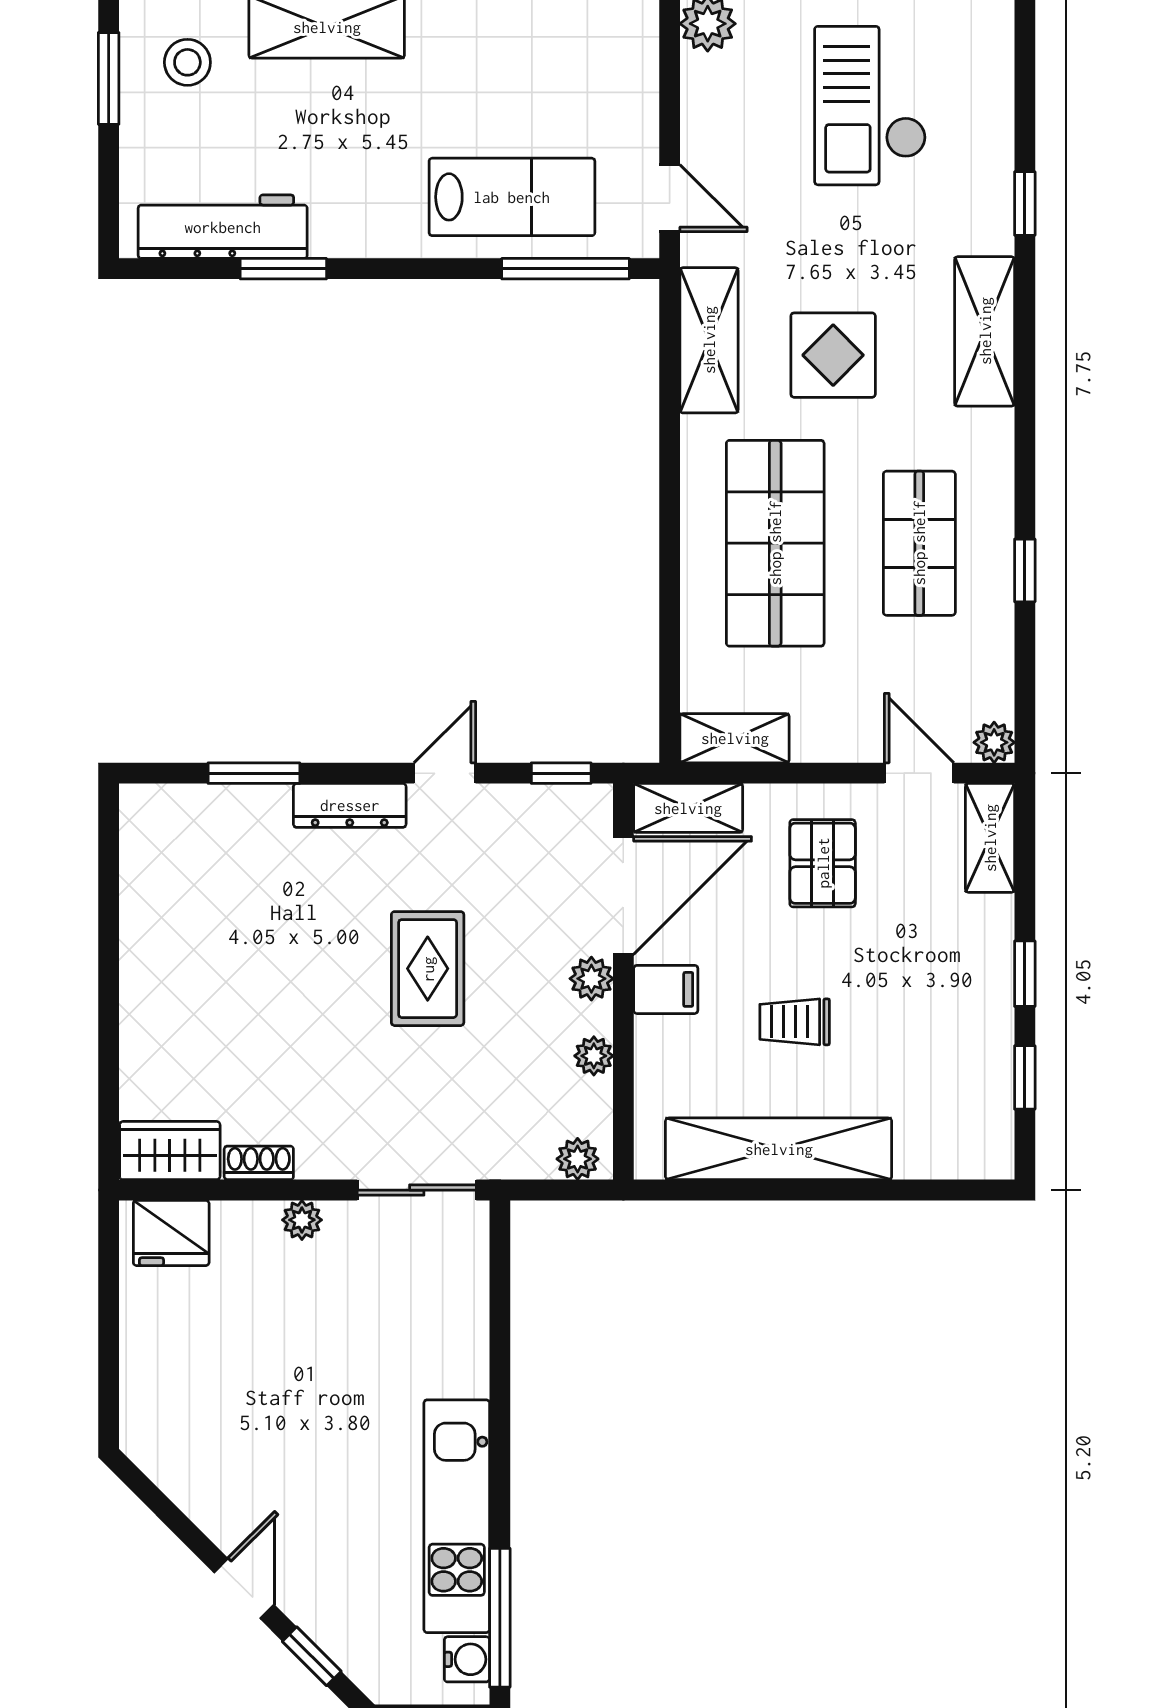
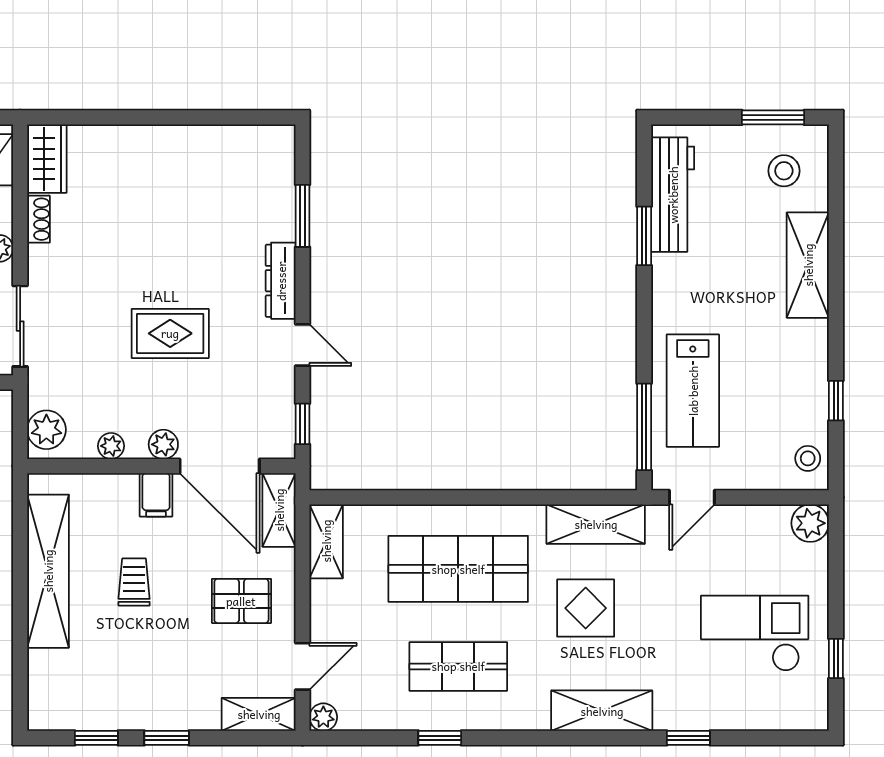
stool: (612, 27) -> (808, 458), added
plant: (578, 1159) -> (46, 430), width x1.38, depth x1.38

